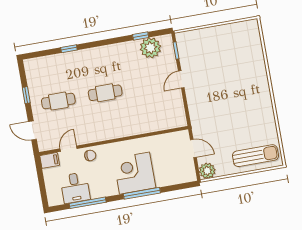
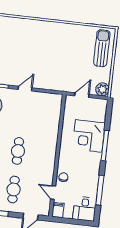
door: (181, 79) -> (25, 89), swing flipped
corner desk: (135, 173) -> (89, 136), moved
desk: (75, 188) -> (85, 209), moved, turned 90

